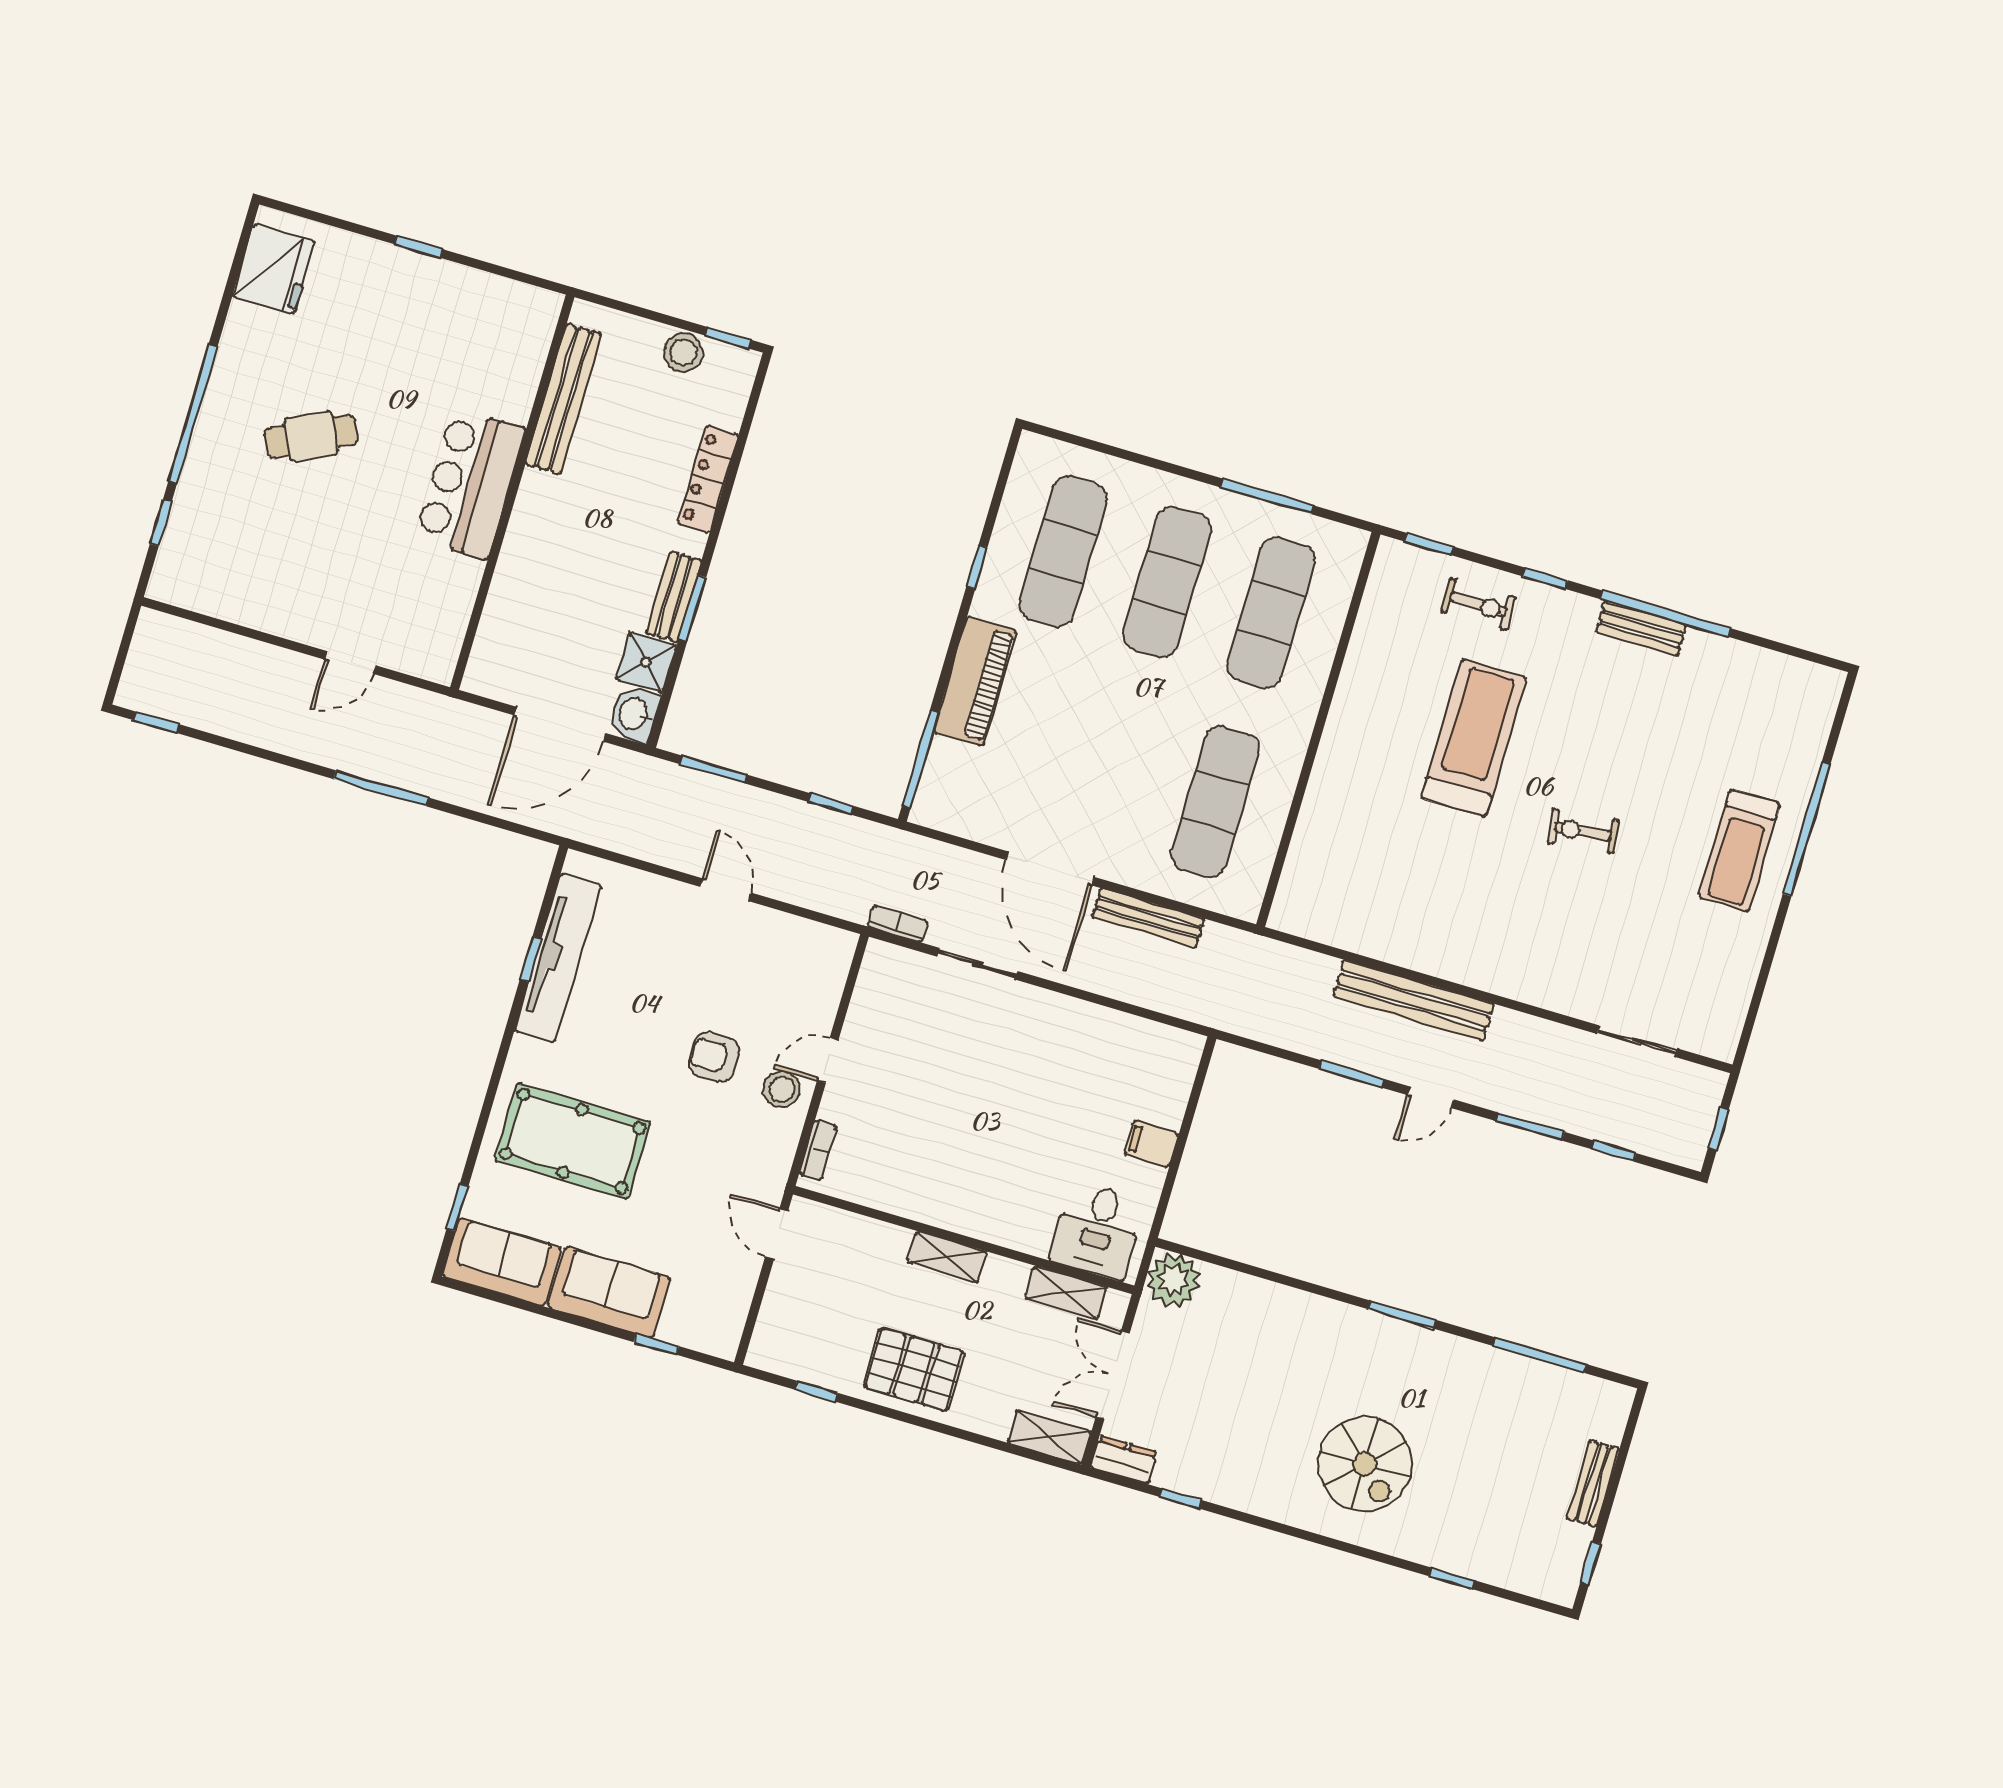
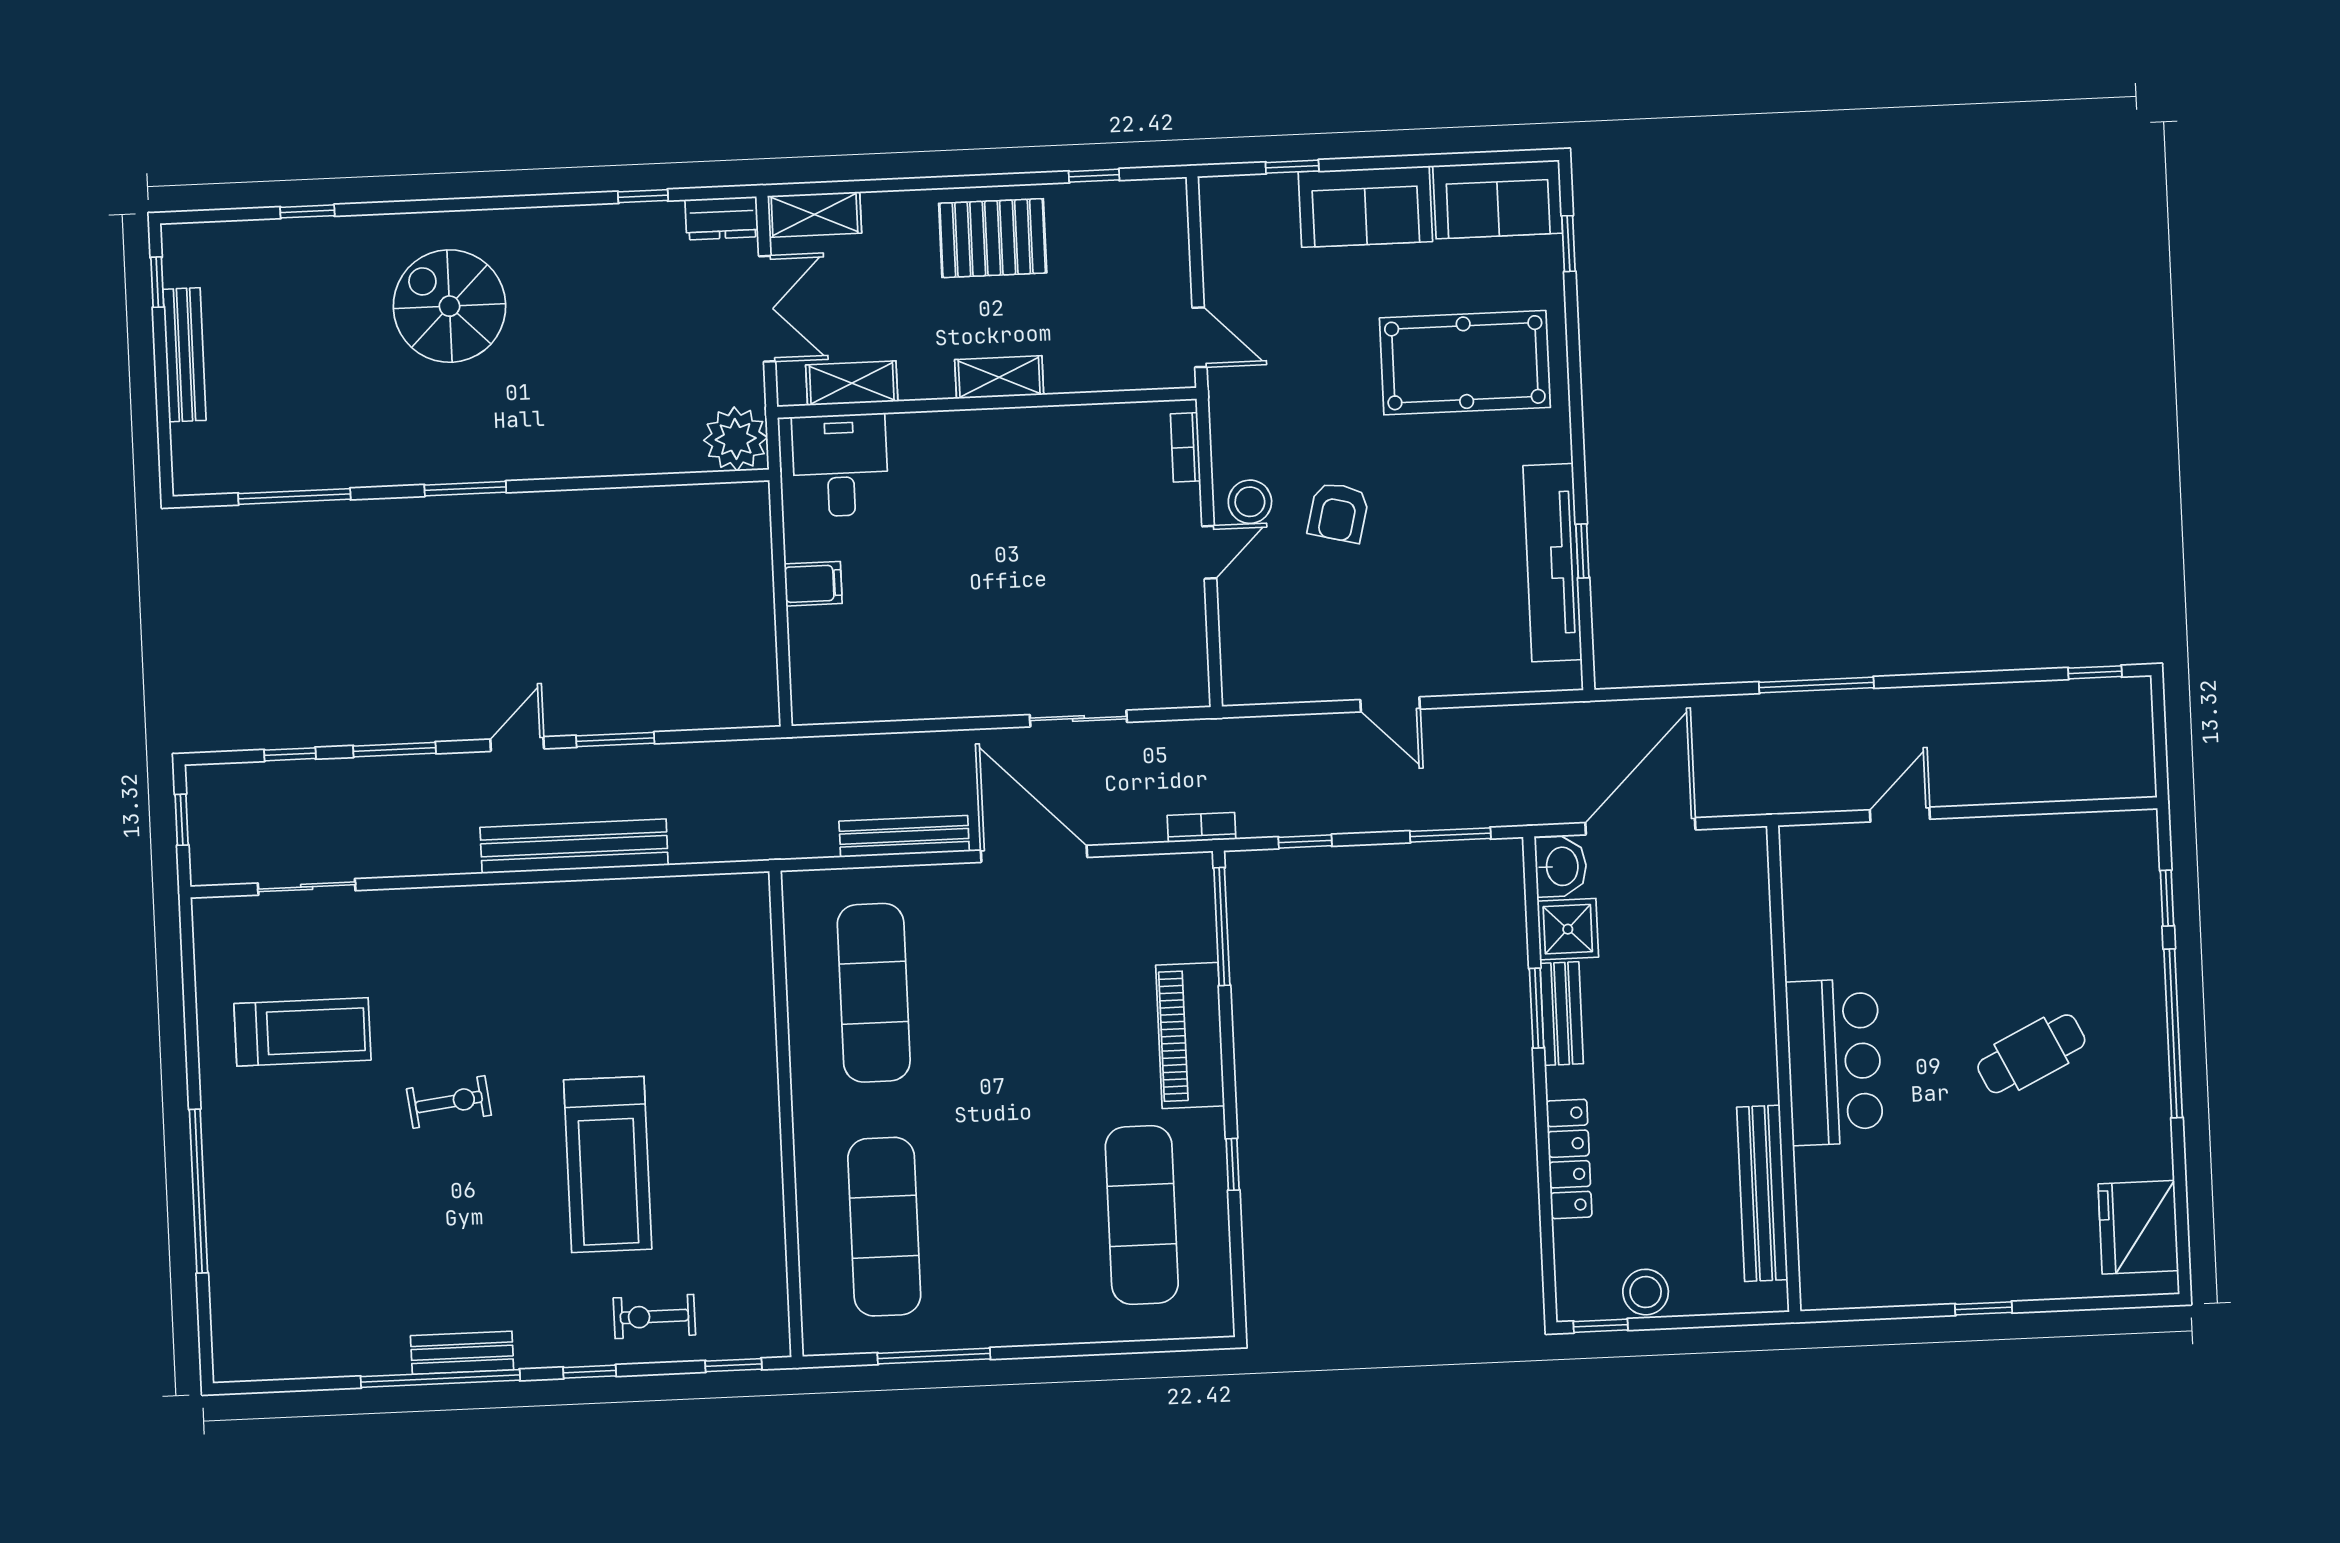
exercise mat: (1167, 582) -> (1013, 1221), removed
treadmill: (1740, 850) -> (302, 1032), moved, turned 90
bookcase: (898, 924) -> (1201, 827), moved, turned 180
armchair: (714, 1057) -> (1338, 512), turned 104
bench: (1593, 1484) -> (184, 355), width x1.36

